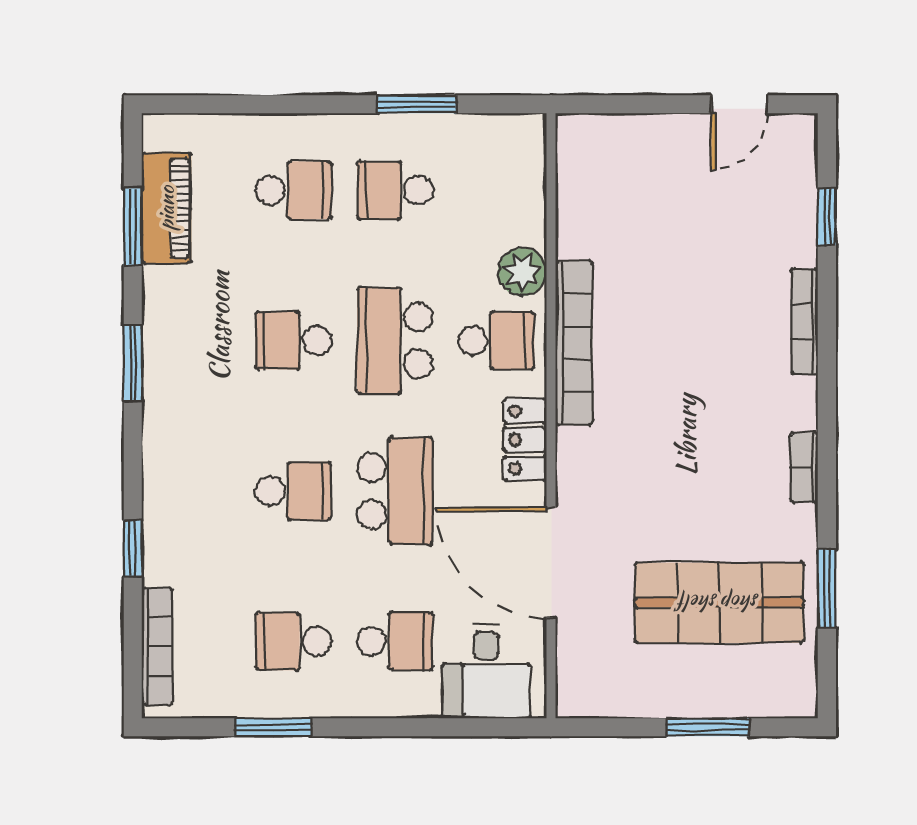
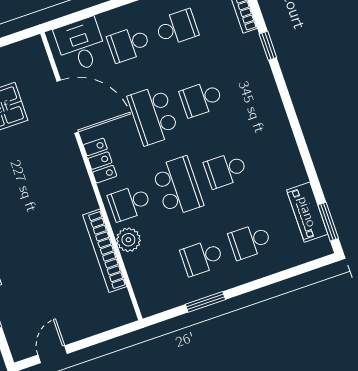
school desk: (395, 190) -> (202, 258), turned 180
window: (133, 227) -> (328, 222), moved
school desk: (293, 341) -> (226, 170), turned 180
bookcase: (574, 343) -> (105, 251), moved
window: (133, 363) -> (298, 133), removed

